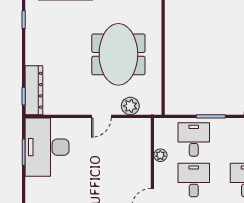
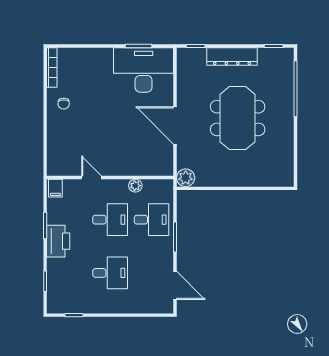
meeting table: (118, 54) -> (238, 118), moved, turned 90
dresser: (34, 90) -> (232, 57), moved
plant: (130, 106) -> (186, 178), moved
door: (101, 116) -> (175, 125), width x1.87

